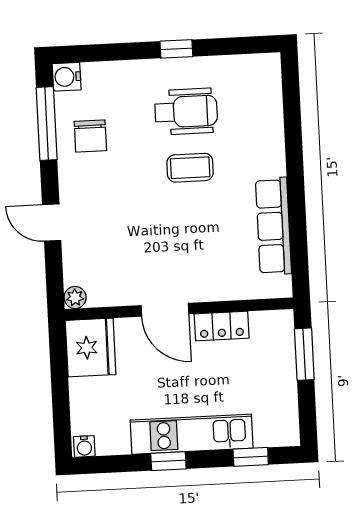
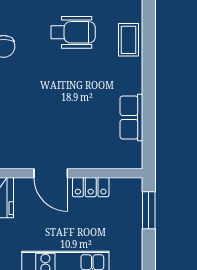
coffee table: (190, 168) -> (128, 40), moved, turned 90
row of seats: (274, 226) -> (131, 118), width x0.68

